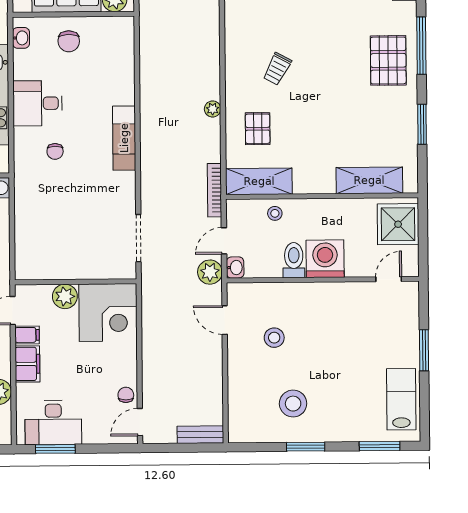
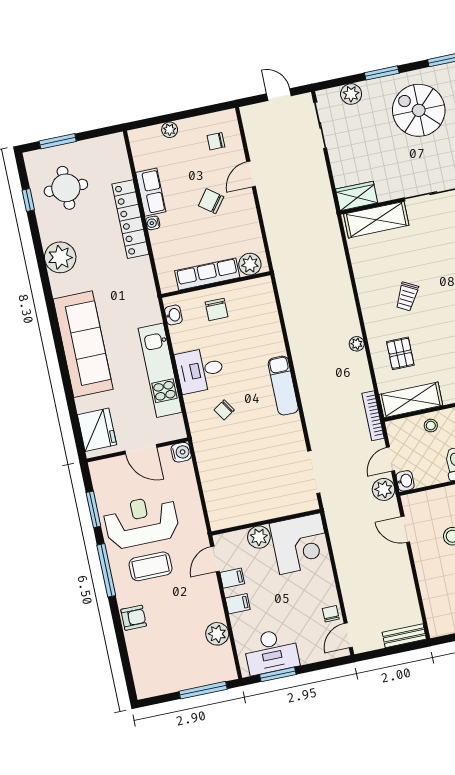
chair: (55, 151) -> (224, 410), turned 57
filing cabinet: (27, 364) -> (238, 604), width x0.50

